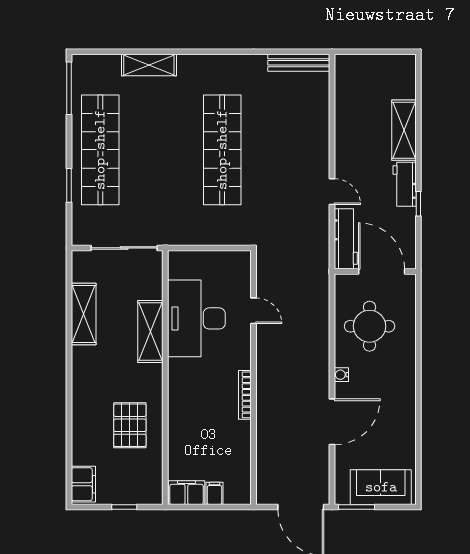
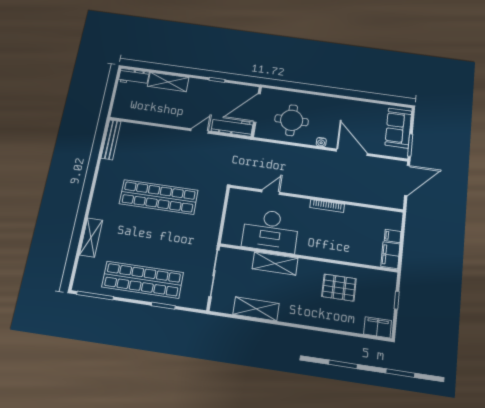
workbench: (405, 184) -> (134, 77), moved

